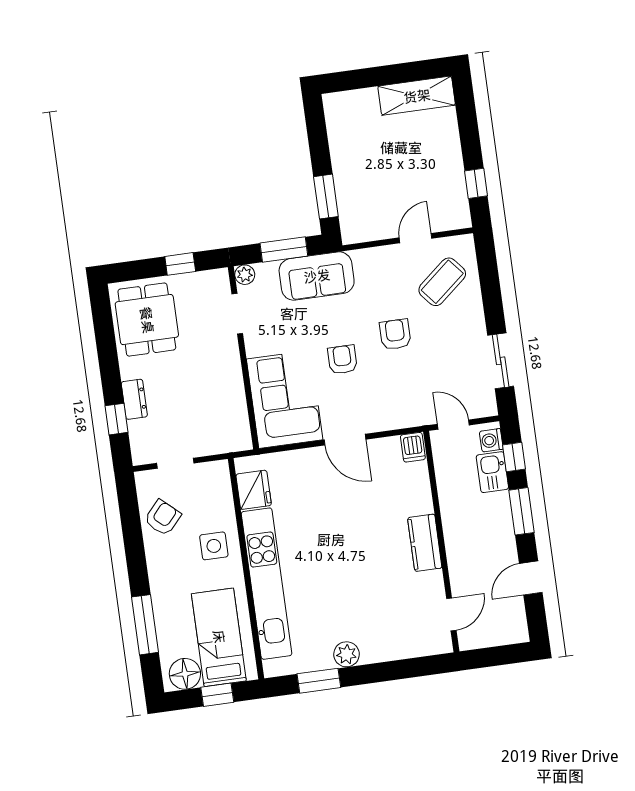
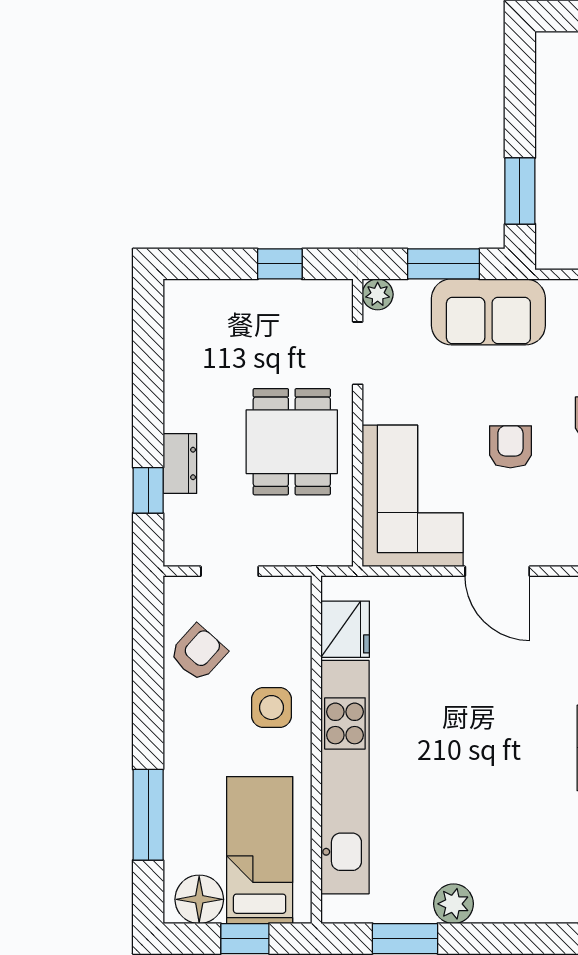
dining table: (147, 320) -> (292, 442), moved

